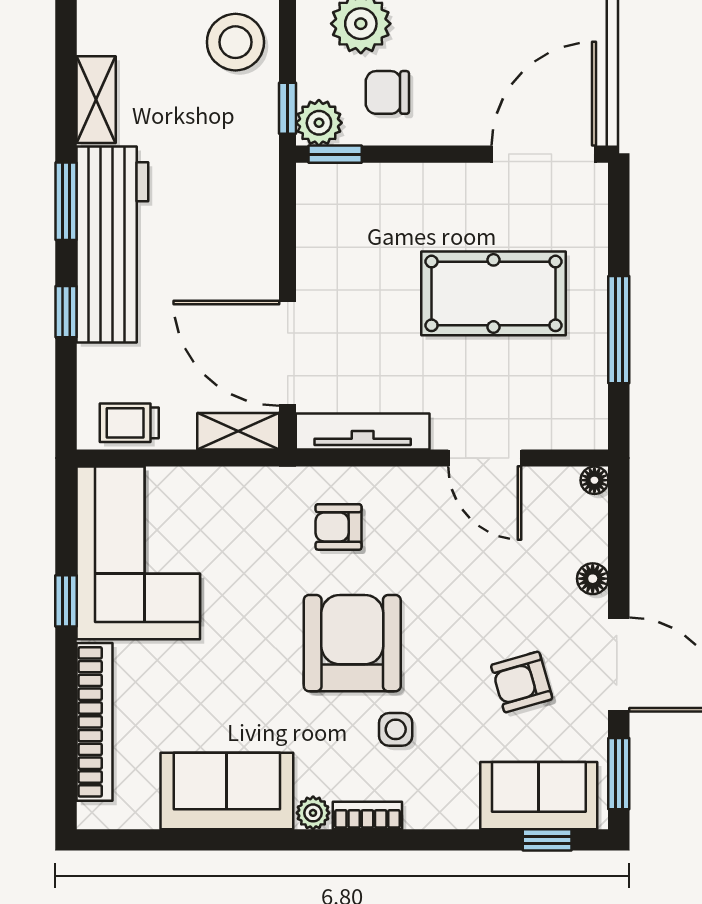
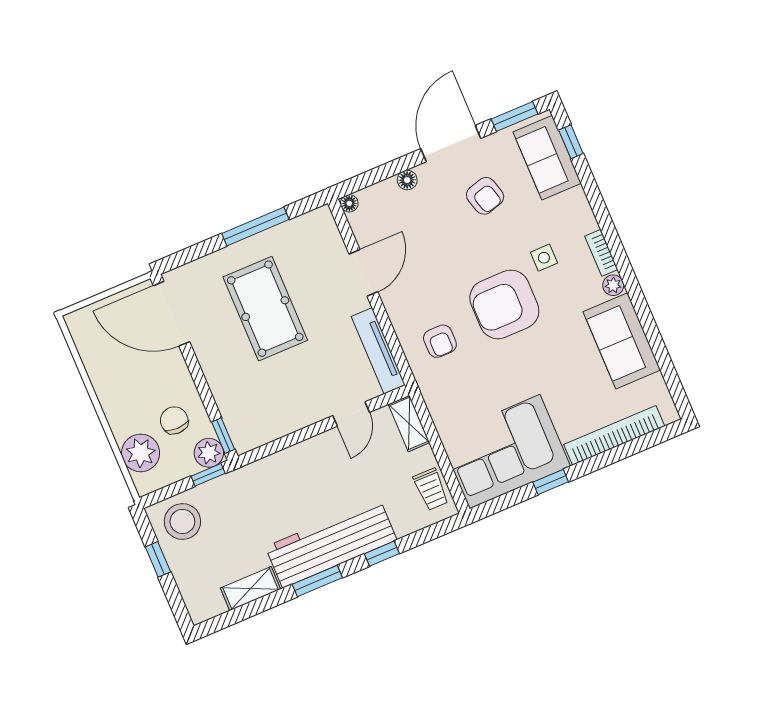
chair: (387, 92) -> (174, 420), turned 180
door: (288, 353) -> (351, 414), width x0.53

